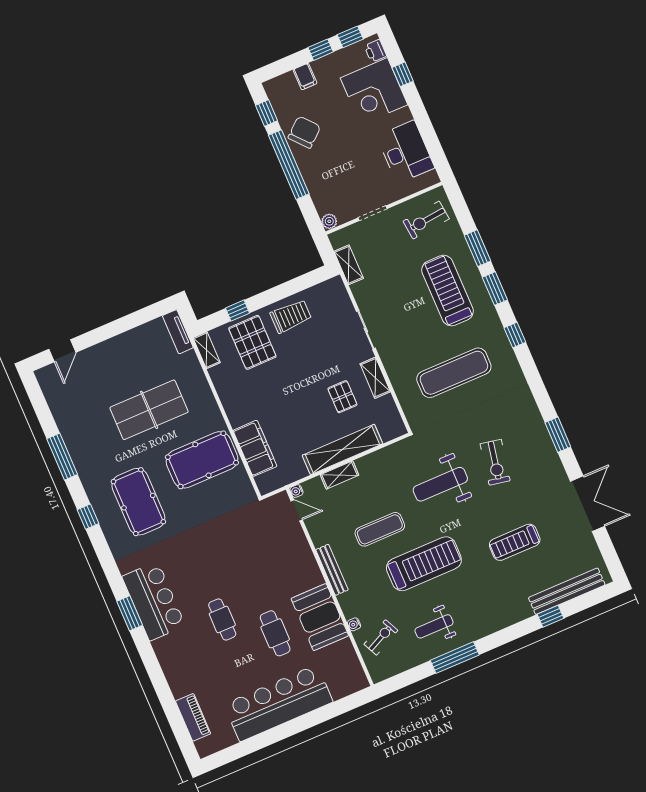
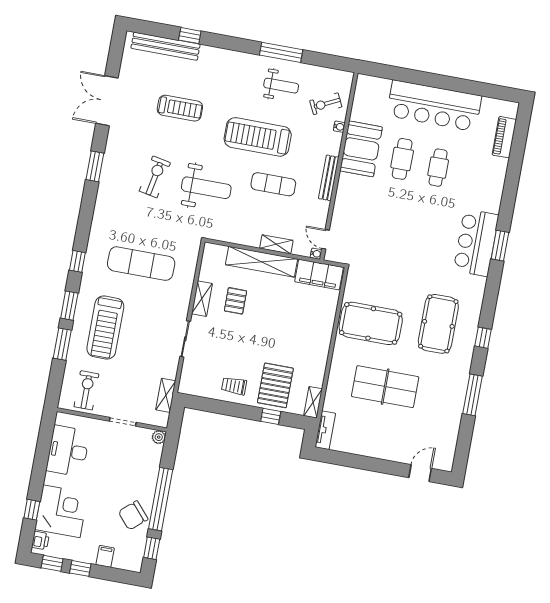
exercise bike: (426, 220) -> (86, 390), turned -84
trolley: (291, 316) -> (234, 386), width x0.73, depth x0.72
filing cabinet: (255, 448) -> (319, 275), moved, turned -90
cafe table: (222, 619) -> (438, 168), moved

